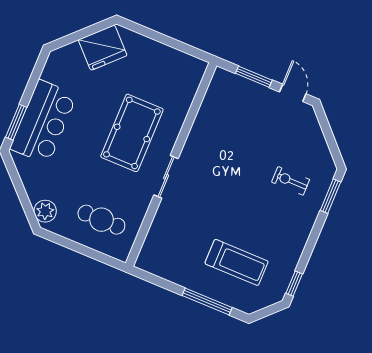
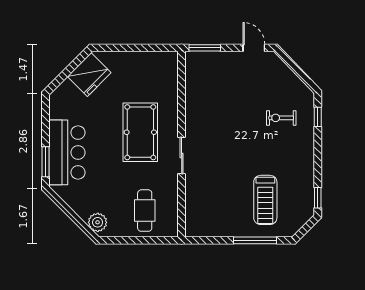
window: (254, 77) -> (205, 48), moved
window: (331, 196) -> (318, 117), width x0.67
cafe table: (101, 220) -> (145, 211), turned 90
treadmill: (237, 262) -> (265, 200), turned 90

